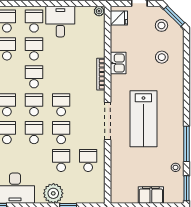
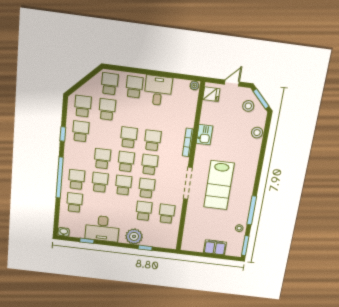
school desk: (34, 49) -> (153, 140), moved
stool: (162, 57) -> (257, 133), moved

